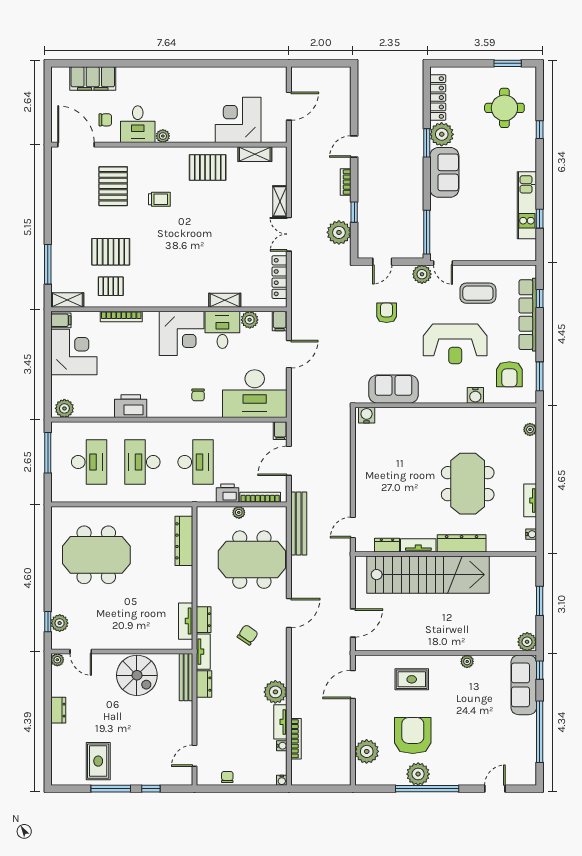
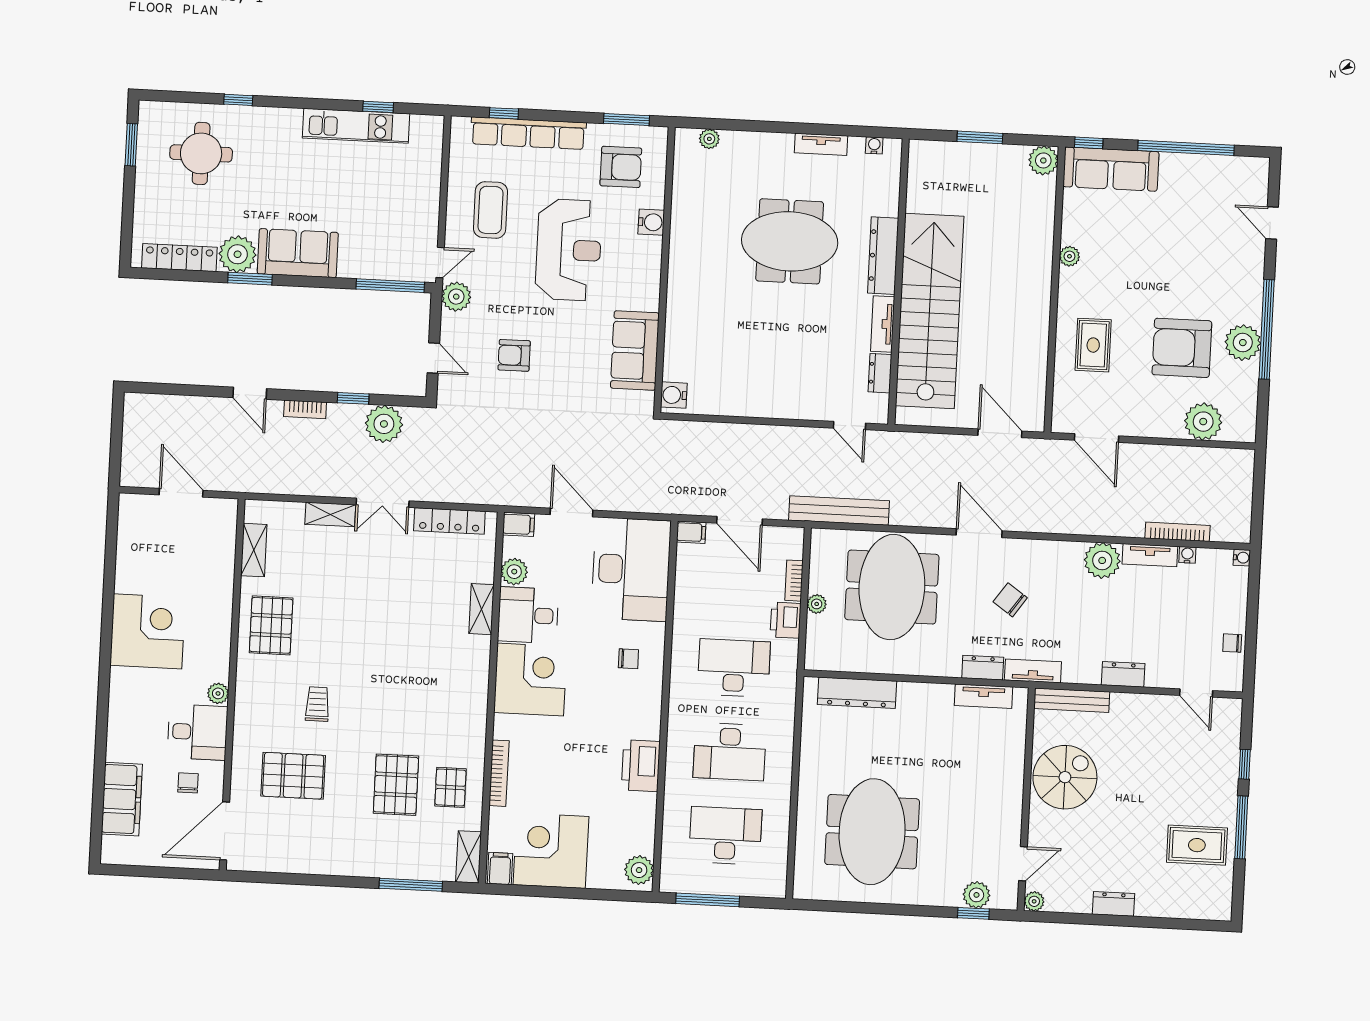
corner desk: (238, 120) -> (148, 631), moved, turned 180
bookcase: (260, 497) -> (794, 581), width x0.64
dresser: (204, 684) -> (1123, 674), moved

